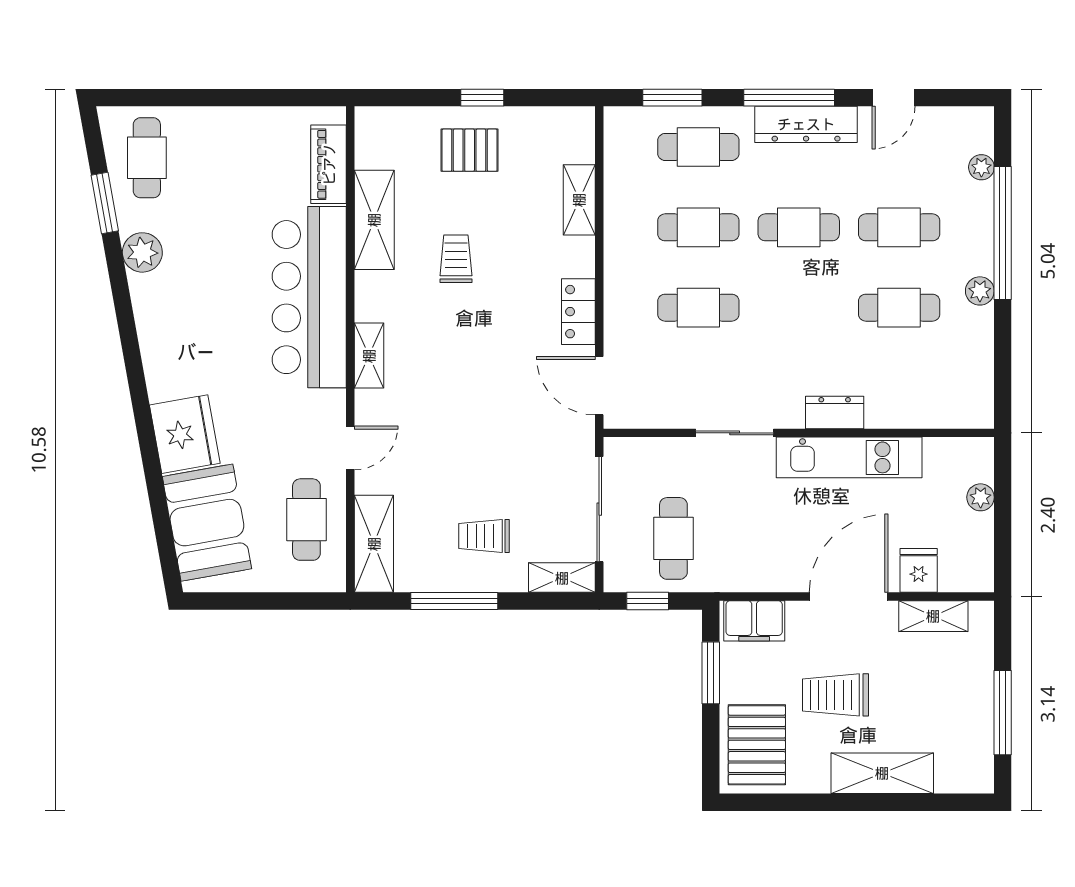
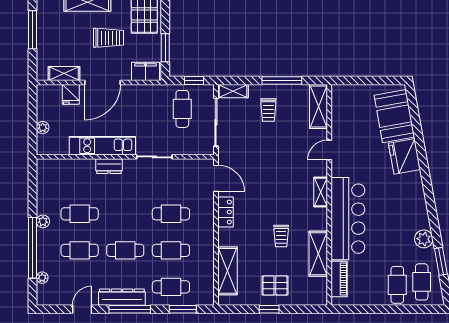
shelving: (579, 200) -> (227, 271), width x1.50, depth x1.33
cafe table: (306, 520) -> (397, 285), moved
trolley: (484, 536) -> (268, 110), turned 90

